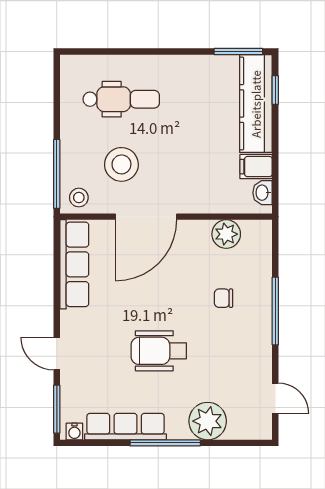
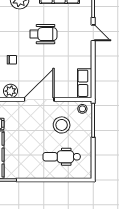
door: (146, 217) -> (39, 99), moved
row of seats: (74, 264) -> (85, 83), width x0.68

